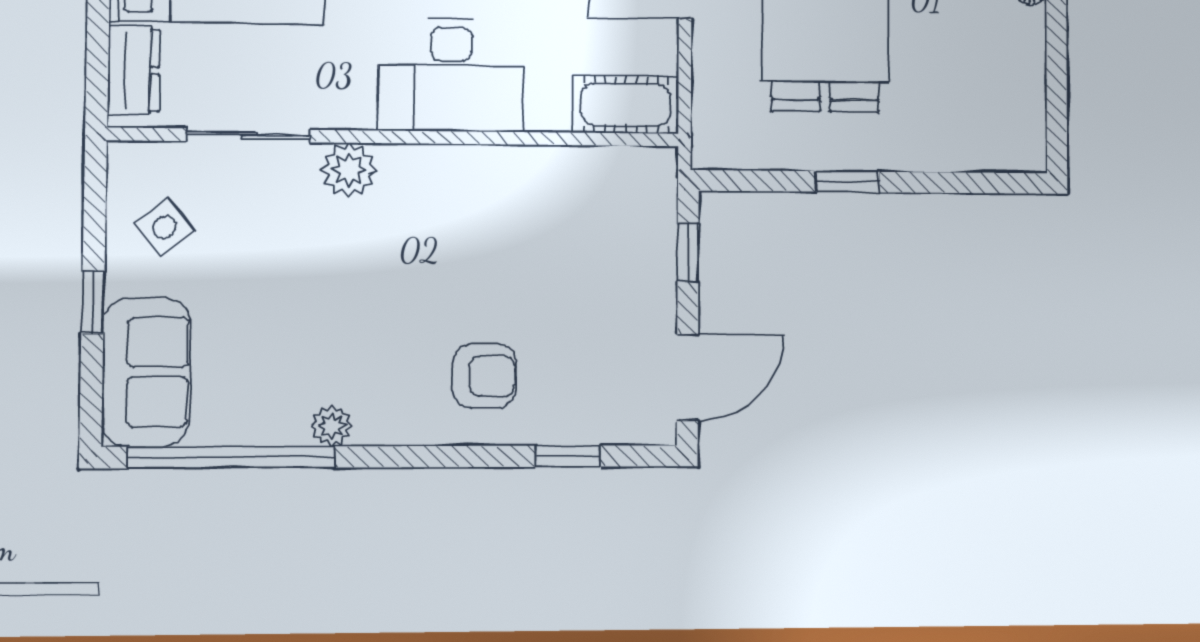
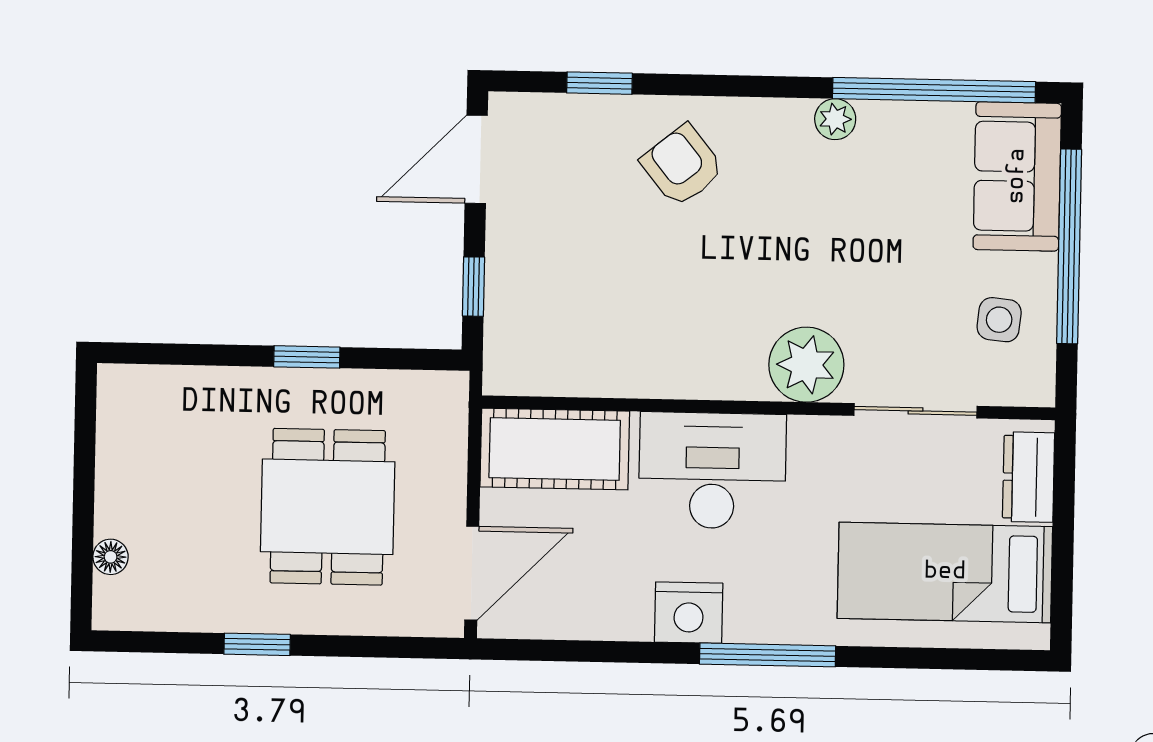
cot: (626, 104) -> (555, 449), width x1.37, depth x1.34
plant: (349, 170) -> (806, 365), width x1.36, depth x1.36
side table: (164, 227) -> (999, 320), turned 45
window: (93, 302) -> (1069, 246), width x3.17
armchair: (484, 376) -> (682, 166), turned 51

